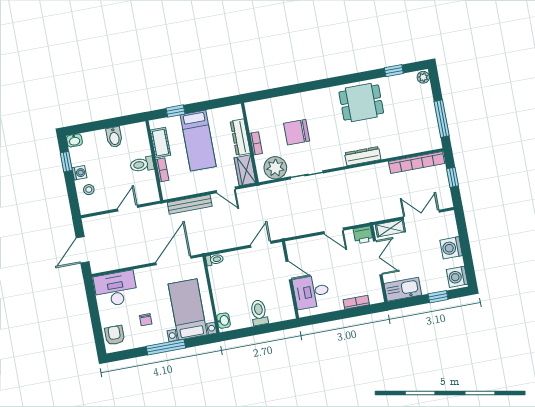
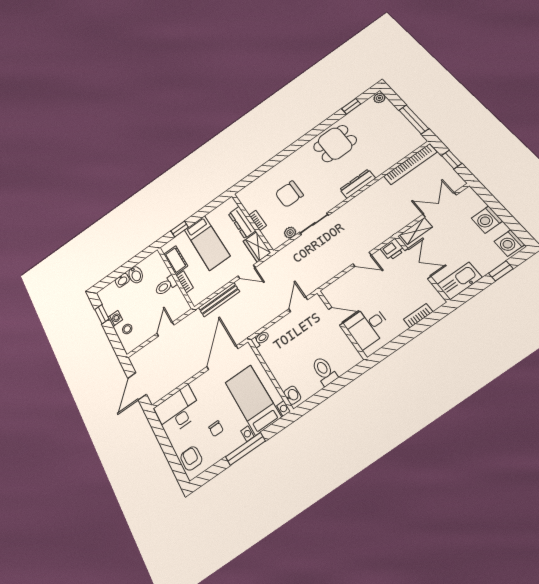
washbasin: (74, 140) -> (122, 280), moved
plant: (275, 168) -> (290, 233), width x0.53, depth x0.53

